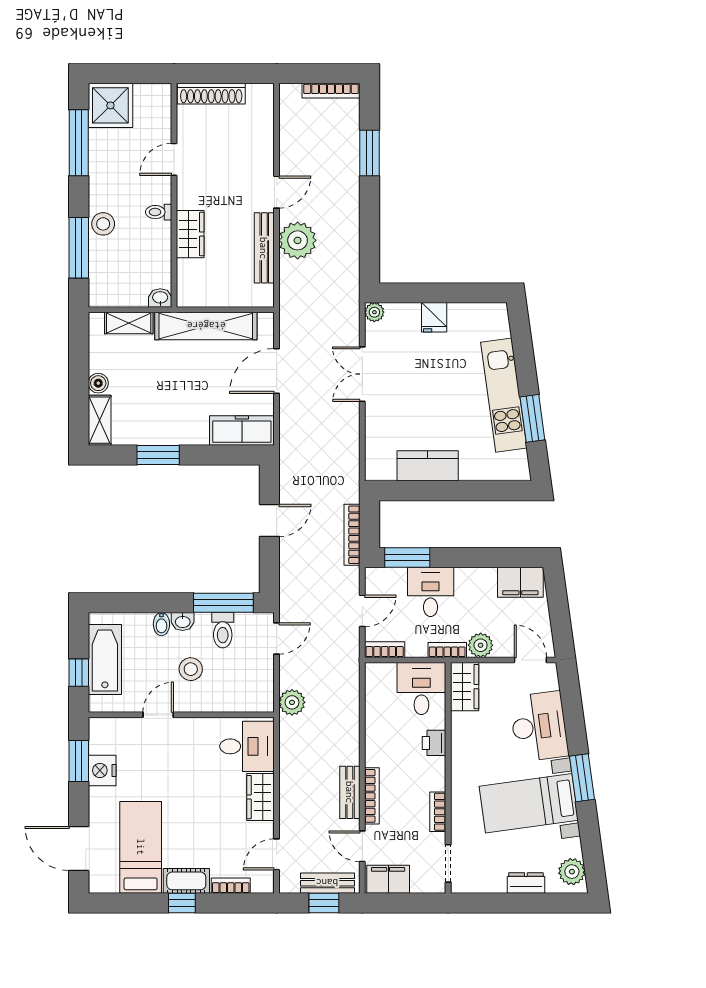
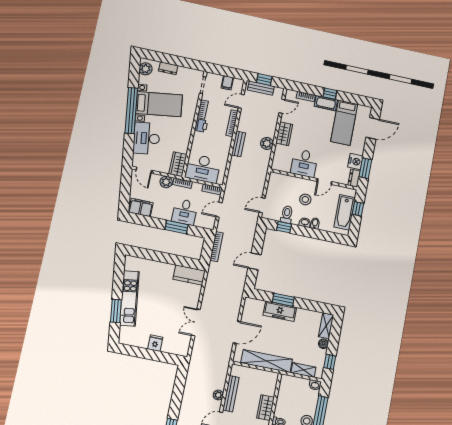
plant: (298, 240) -> (218, 395), width x0.53, depth x0.53
washbasin: (160, 298) -> (315, 385), moved
plant: (374, 312) -> (184, 351), removed
window: (79, 350) -> (330, 362), added
double door: (362, 374) -> (196, 322), swing flipped
window: (532, 418) -> (116, 311), moved
freezer: (242, 431) -> (280, 311), moved
window: (158, 455) -> (283, 300), moved
kitchen counter: (428, 466) -> (189, 275), moved
window: (407, 557) -> (177, 227), moved
window: (223, 603) -> (284, 227), width x0.46
desk: (421, 689) -> (203, 169), width x1.37
plant: (292, 702) -> (267, 143), moved
dresser: (98, 735) -> (354, 178), added
printer: (434, 743) -> (201, 126), moved
desk: (247, 746) -> (304, 163), moved, turned -90
window: (582, 778) -> (131, 111), width x2.11
bench: (350, 792) -> (239, 144), moved
door: (362, 846) -> (241, 101), swing flipped
door: (79, 849) -> (373, 128), hinge flipped
filing cabinet: (388, 879) -> (227, 83), width x0.50

